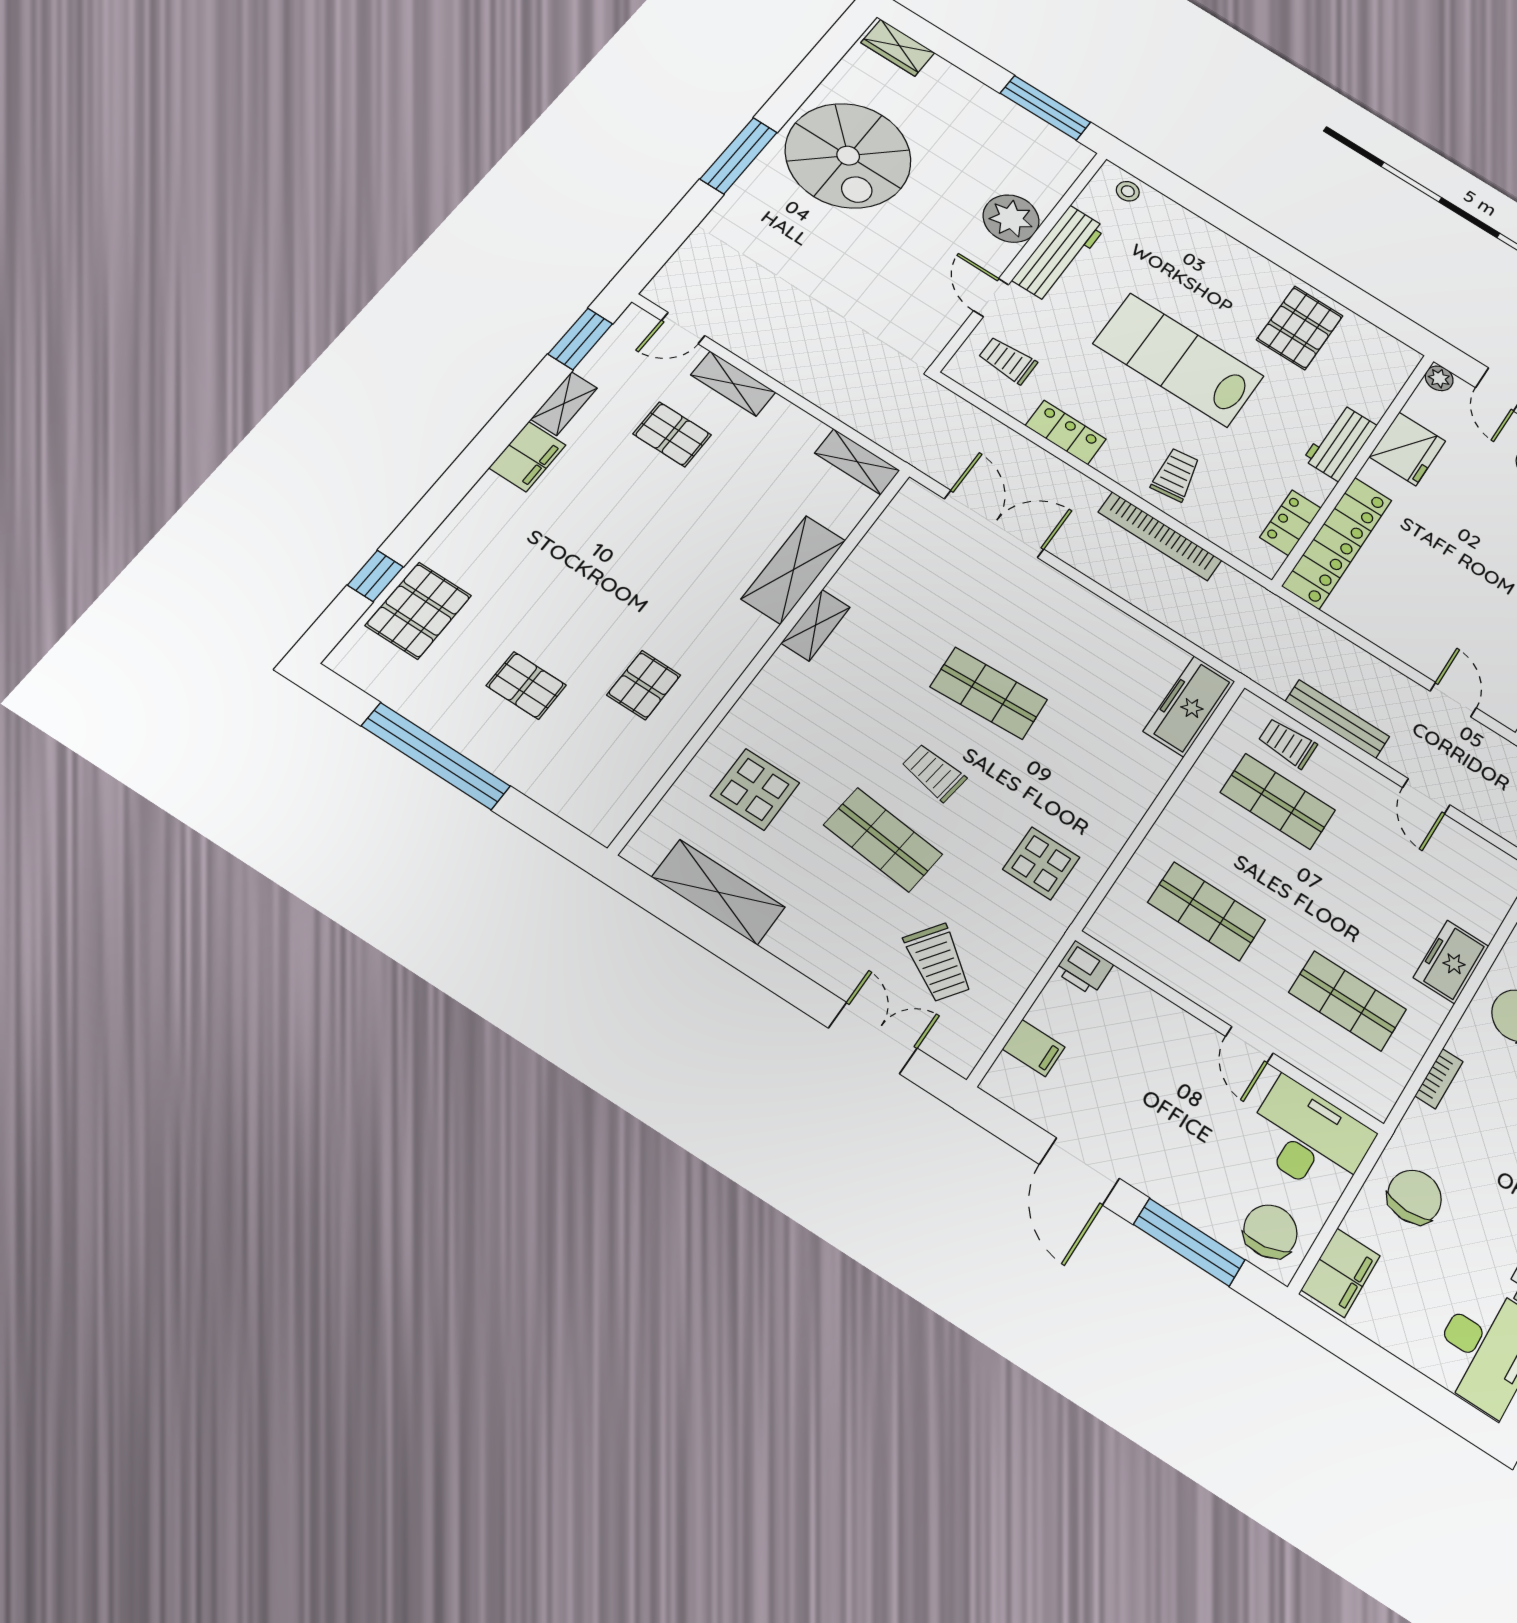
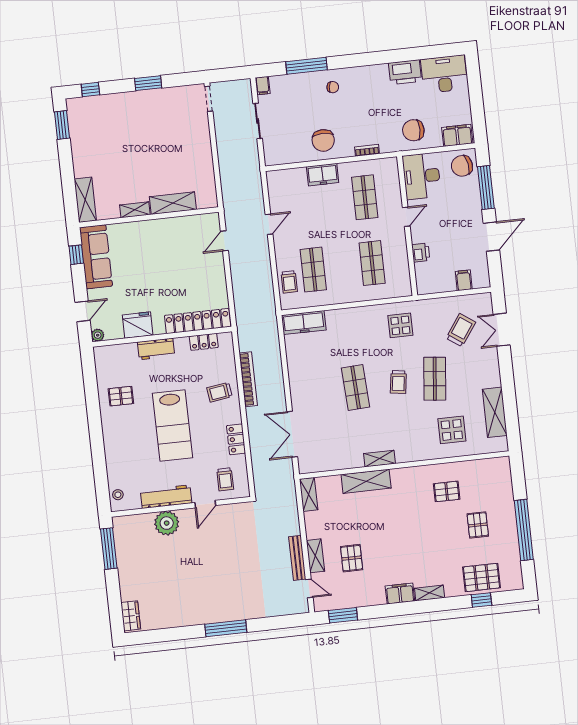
spiral stairs: (848, 156) -> (192, 595), removed
pallet: (1300, 328) -> (121, 396), width x0.67, depth x0.71
shelving: (564, 404) -> (430, 593), moved
bench: (1337, 719) -> (297, 558), moved
printer: (1084, 968) -> (421, 253), moved

